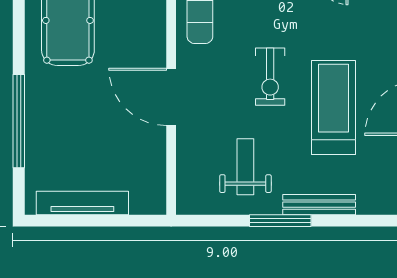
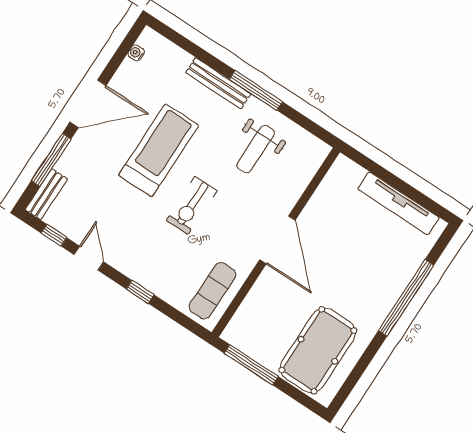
exercise bike: (270, 77) -> (191, 206), turned 180
treadmill: (333, 107) -> (159, 150), turned 180

